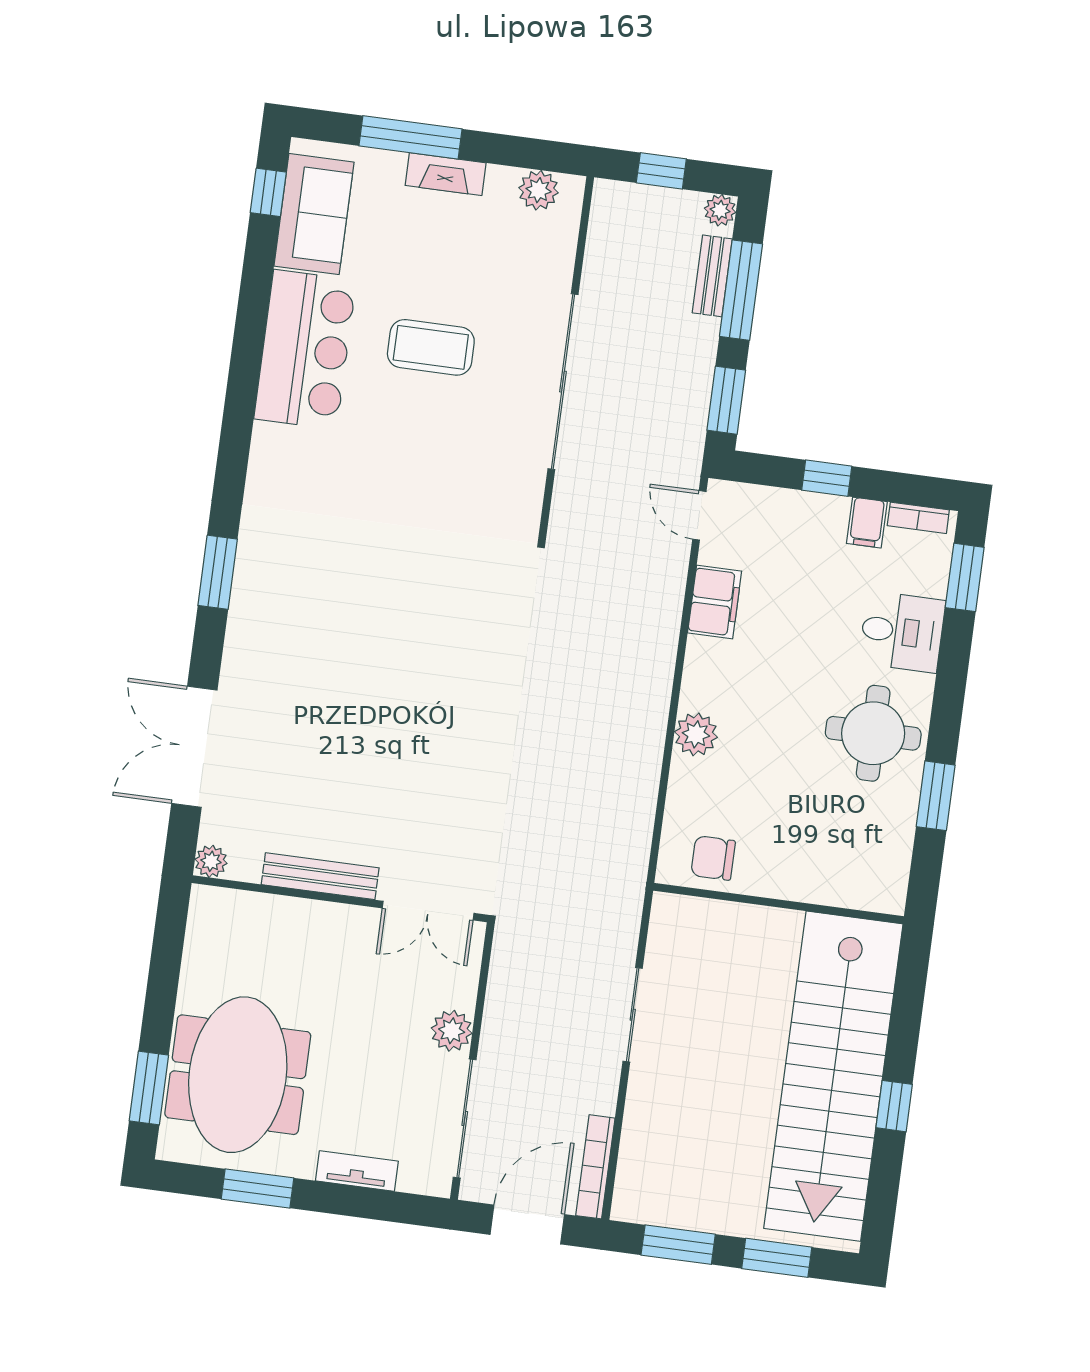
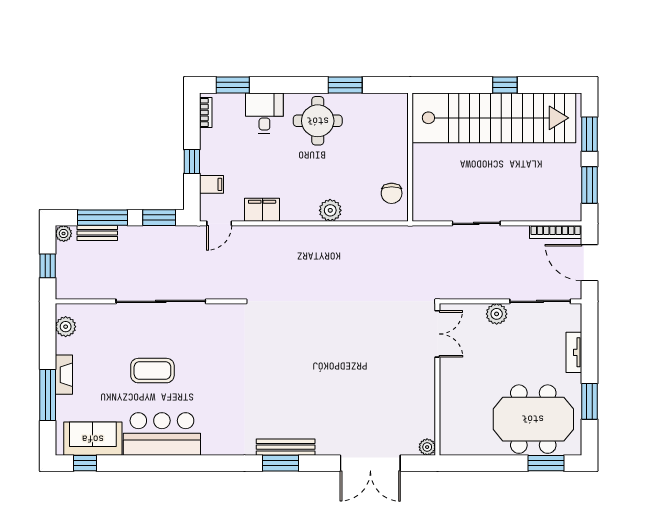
coffee table: (431, 347) -> (152, 371), turned 90
filing cabinet: (867, 523) -> (212, 184), moved
bench: (320, 876) -> (286, 447), moved, turned 90

